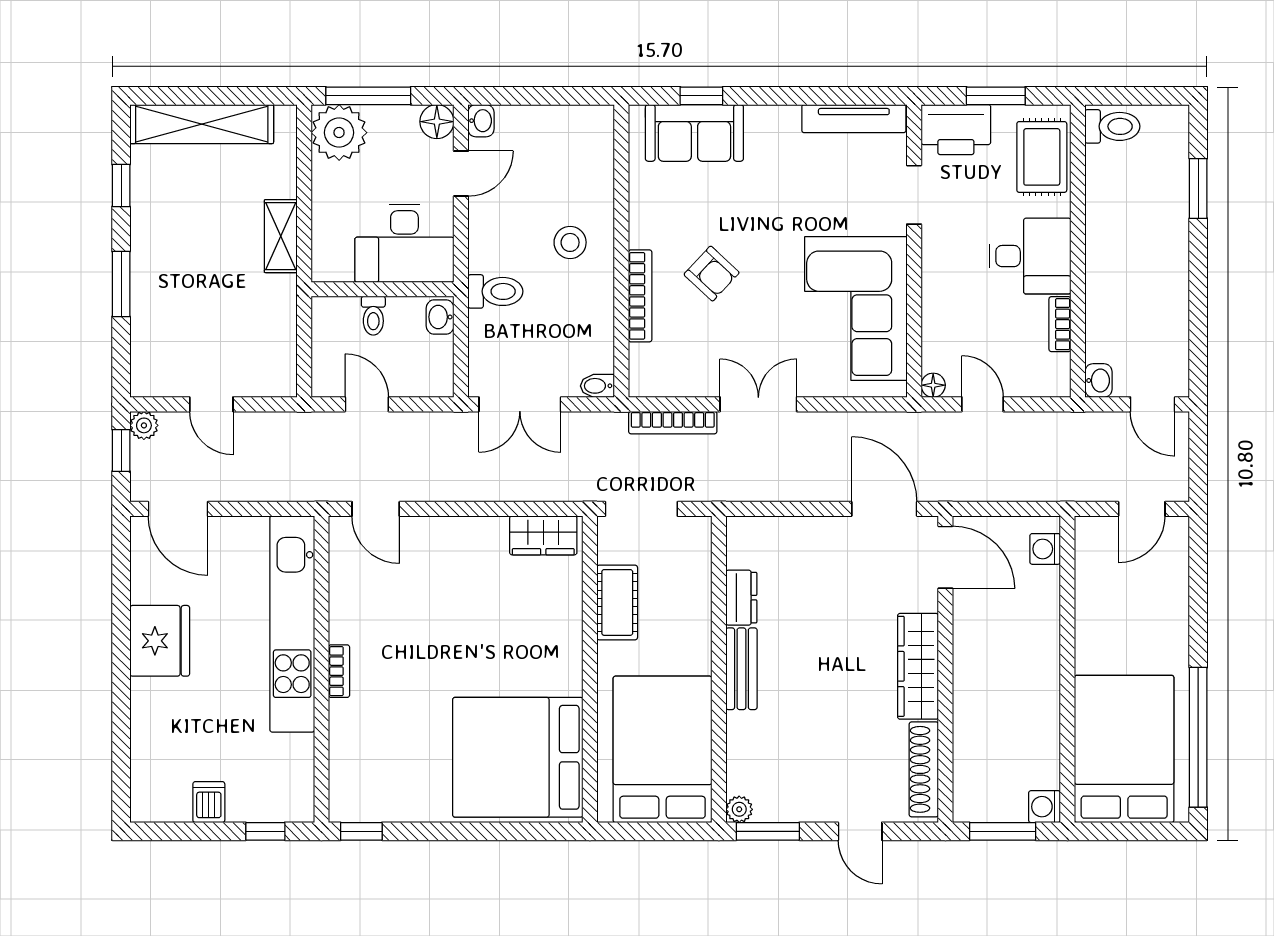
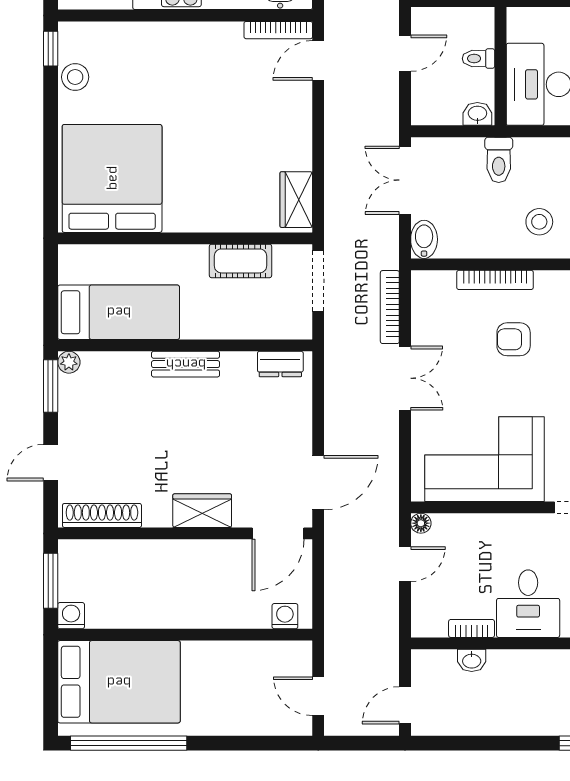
armchair: (712, 274) -> (514, 339), turned 47
washbasin: (1098, 381) -> (472, 660), moved
bidet: (597, 386) -> (424, 239), width x1.38, depth x1.36
dresser: (741, 598) -> (280, 364), moved
wardrobe: (918, 666) -> (202, 511), width x0.67
bookcase: (339, 671) -> (278, 30), moved, width x1.56
bed: (663, 749) -> (119, 312), width x0.67
stool: (396, 802) -> (75, 77), added

